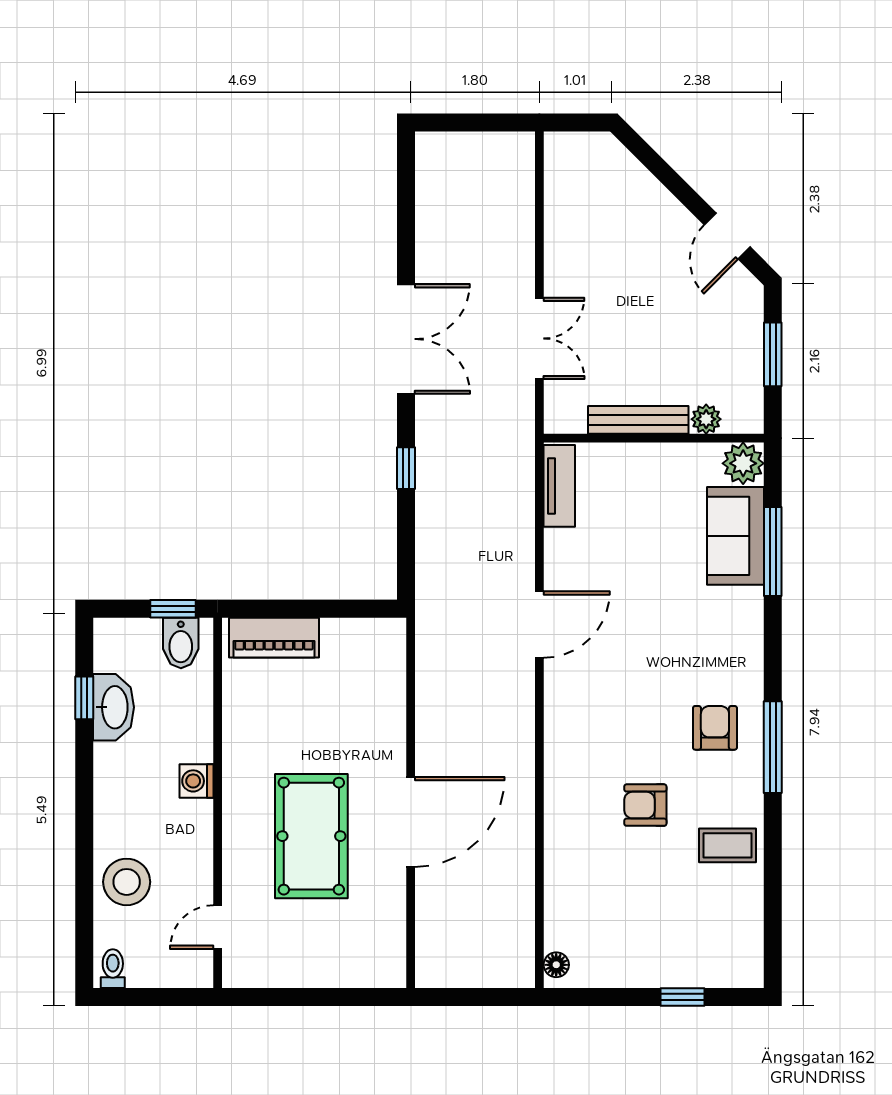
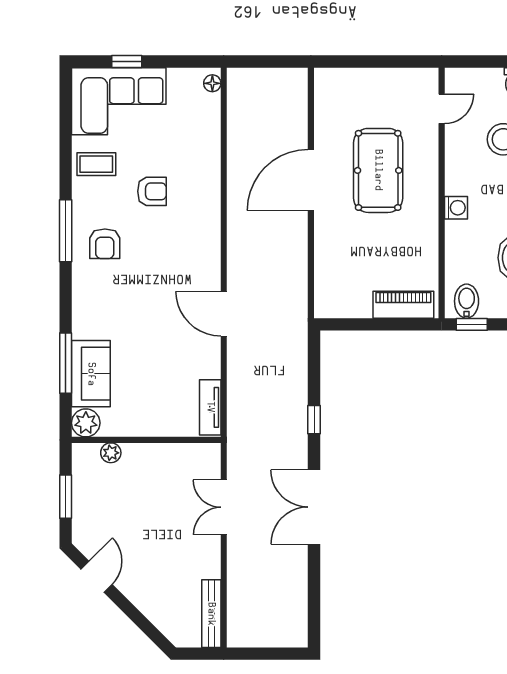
bench: (638, 420) -> (211, 614), moved, turned 90
door: (539, 624) -> (224, 314), hinge flipped
corner sofa: (694, 938) -> (119, 101), added

